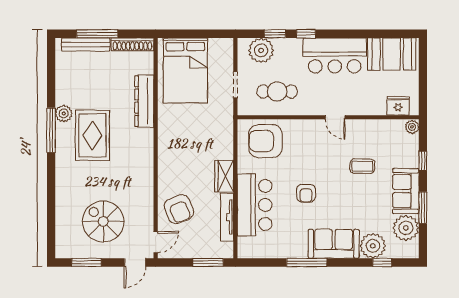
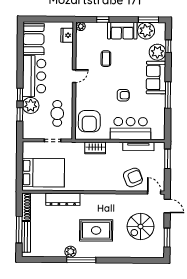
plant: (261, 50) -> (31, 105), moved
rug: (92, 135) -> (96, 230), moved
wardrobe: (224, 176) -> (95, 148), moved
window: (423, 208) -> (148, 20), moved

